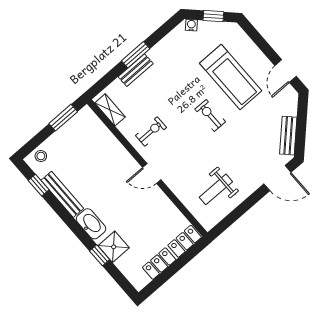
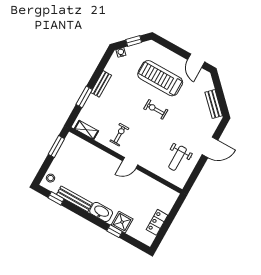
window: (136, 55) -> (84, 97), moved
bench: (136, 70) -> (101, 84), moved
treadmill: (231, 77) -> (160, 78), turned 180
door: (277, 178) -> (210, 147), moved
locker: (185, 241) -> (169, 201), removed

